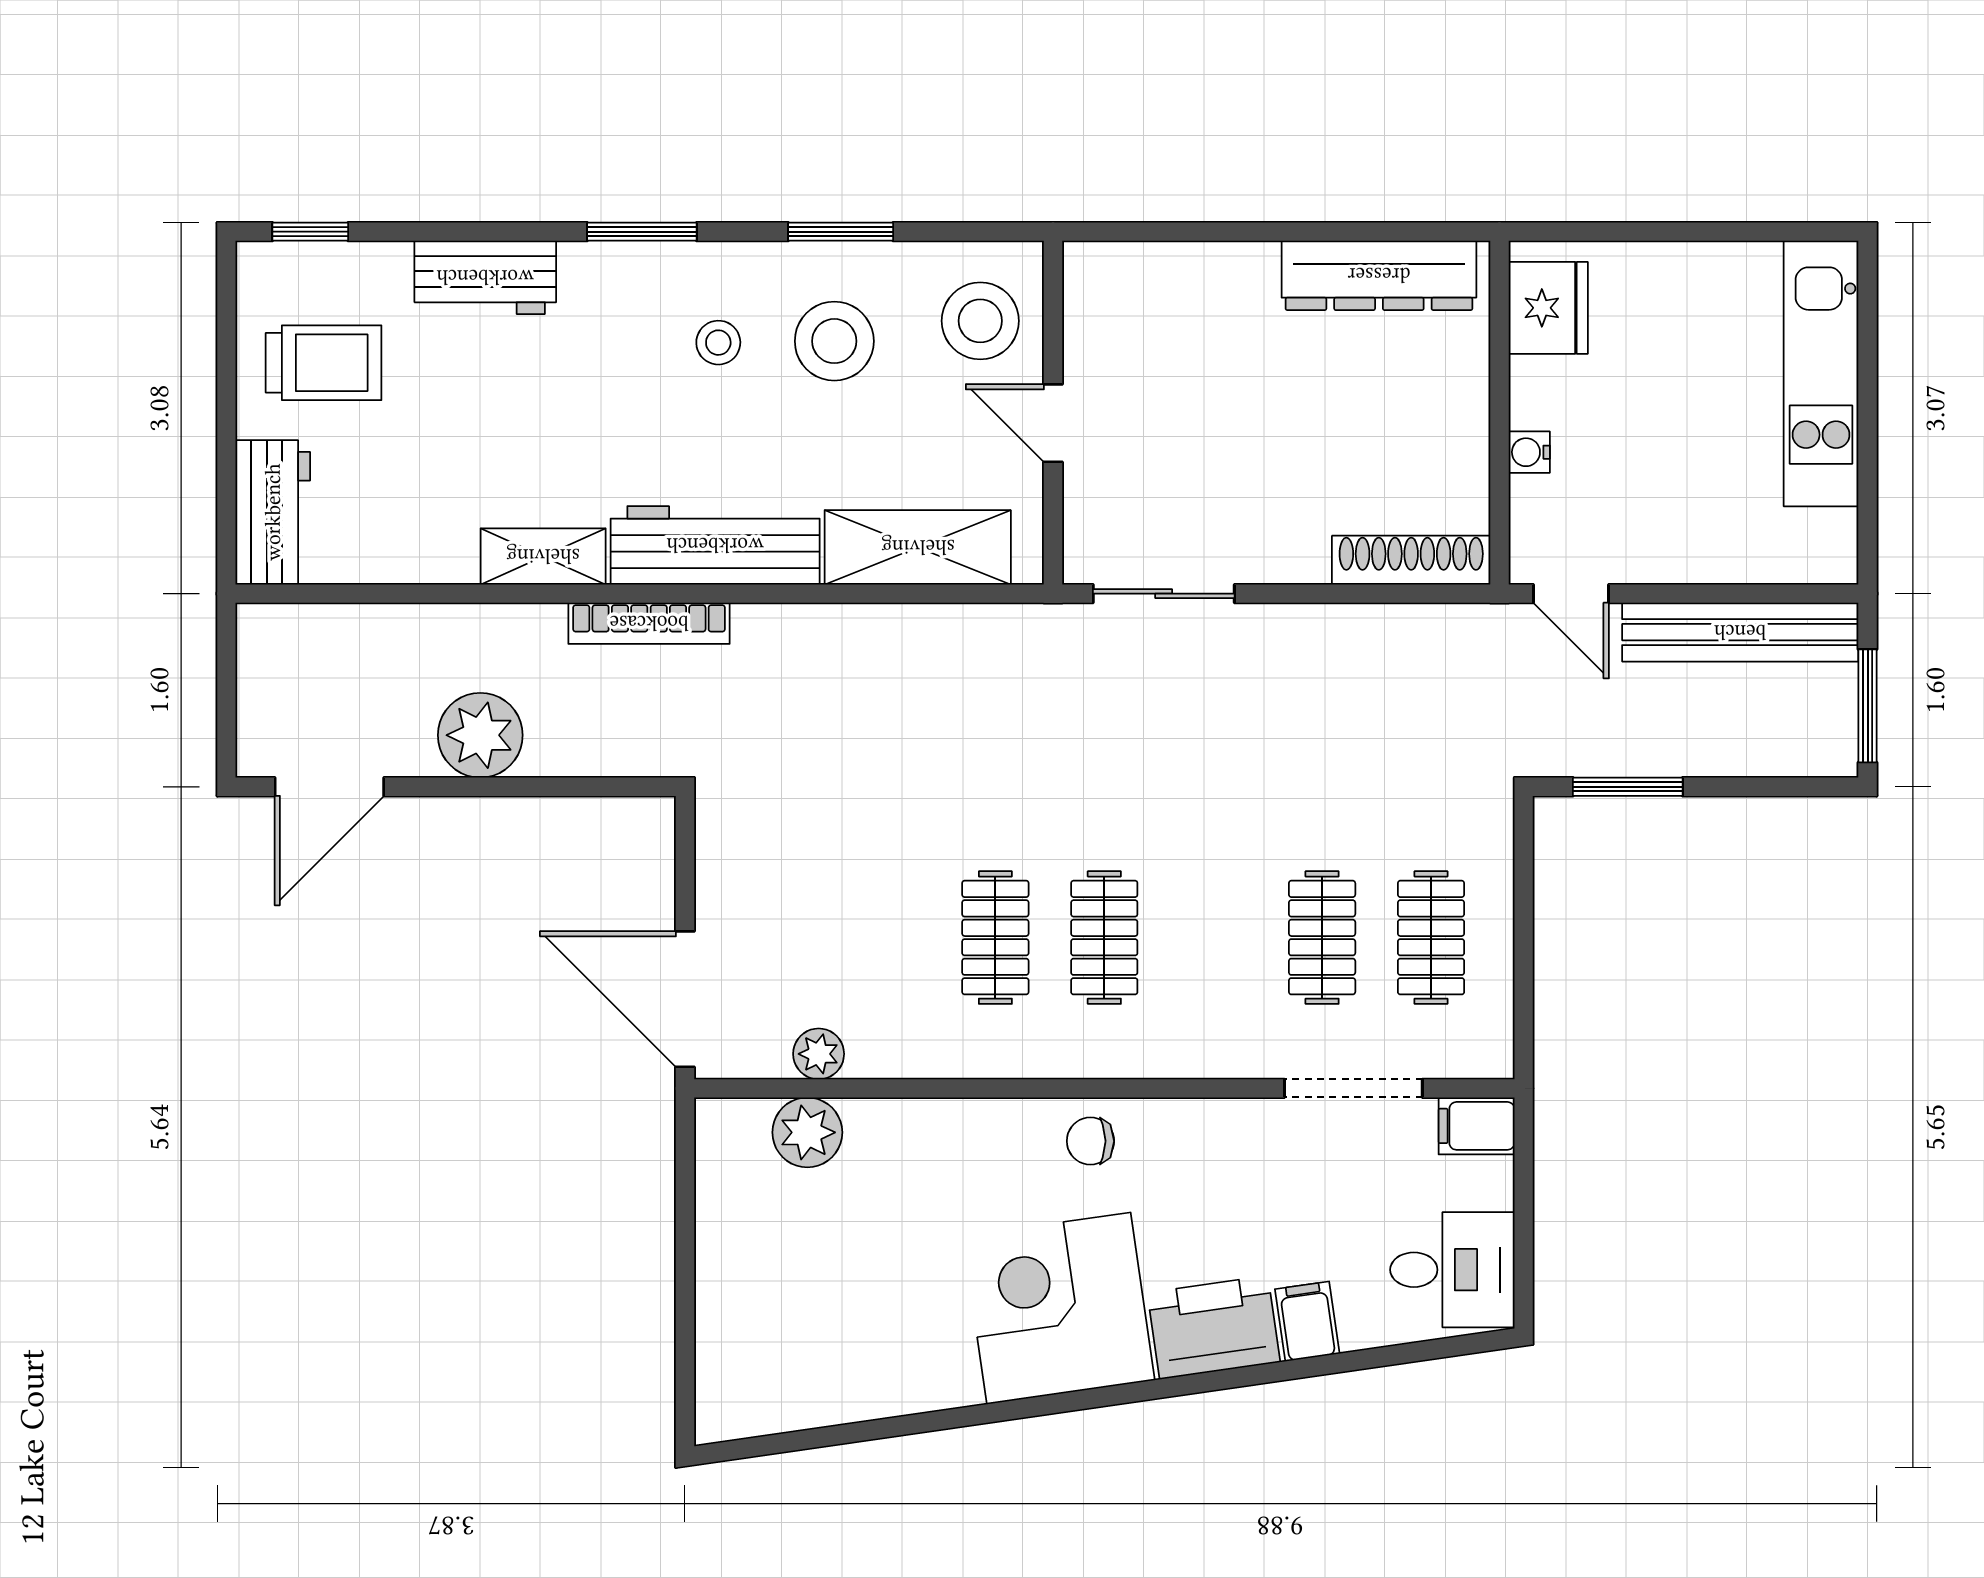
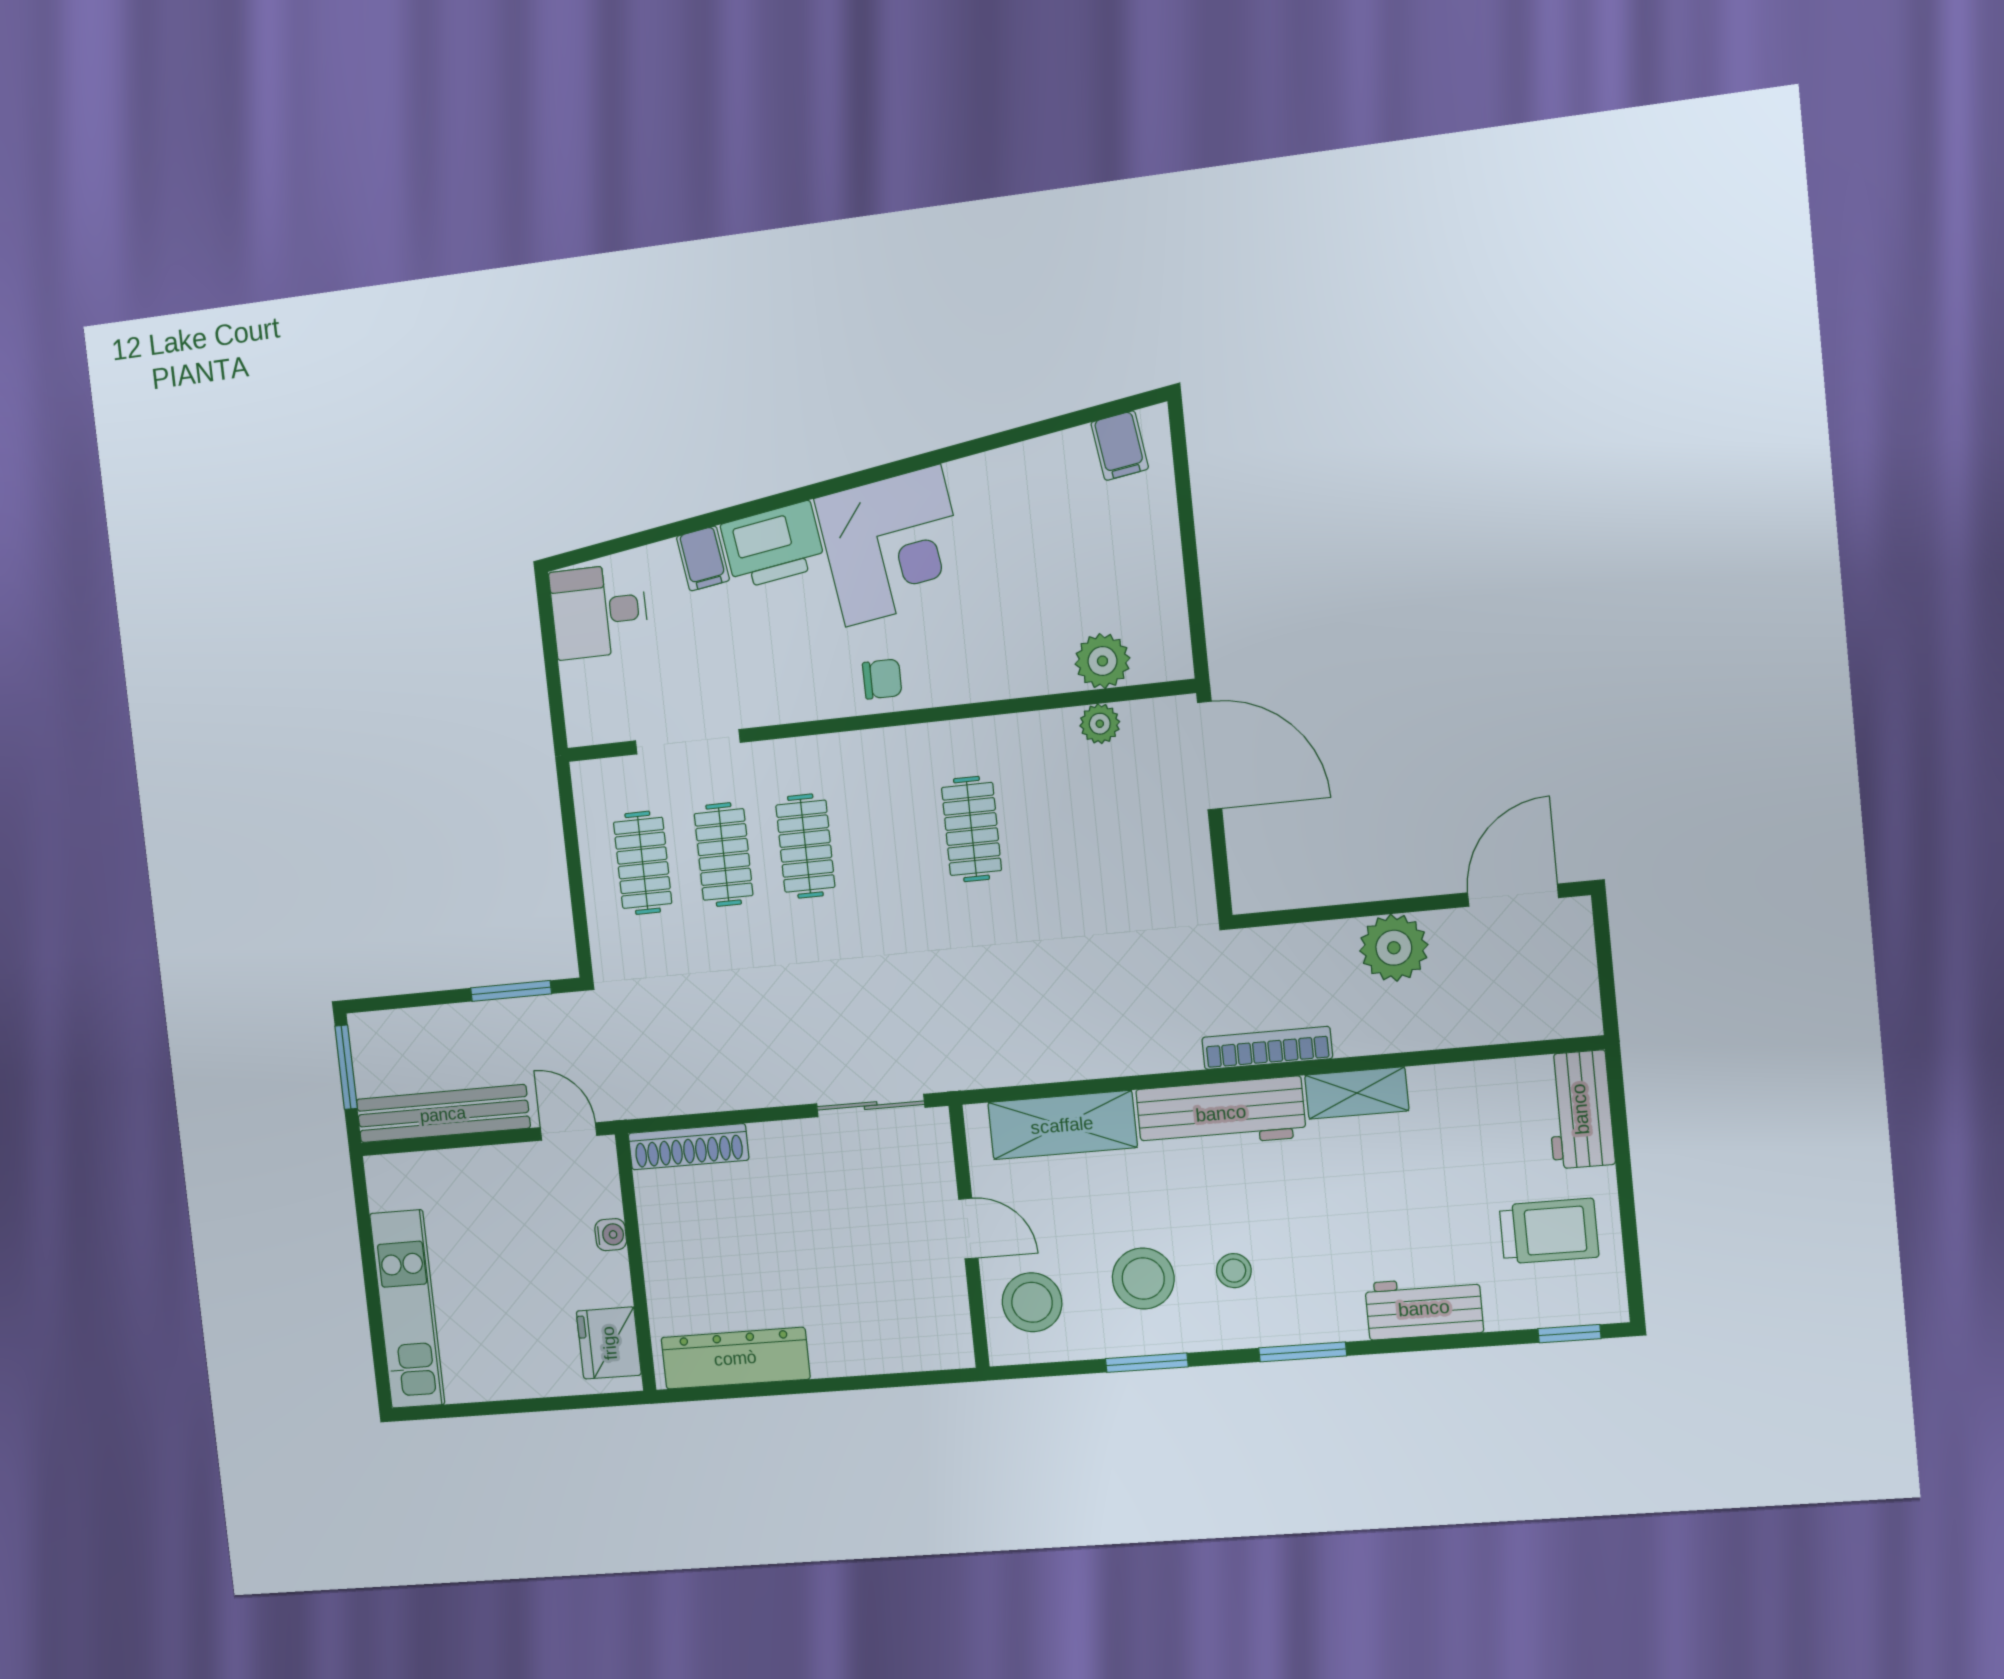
trolley: (324, 363) -> (1549, 1231), turned 180
clothes rail: (1104, 938) -> (805, 846), moved
filing cabinet: (1477, 1126) -> (1120, 446), moved, turned 82

